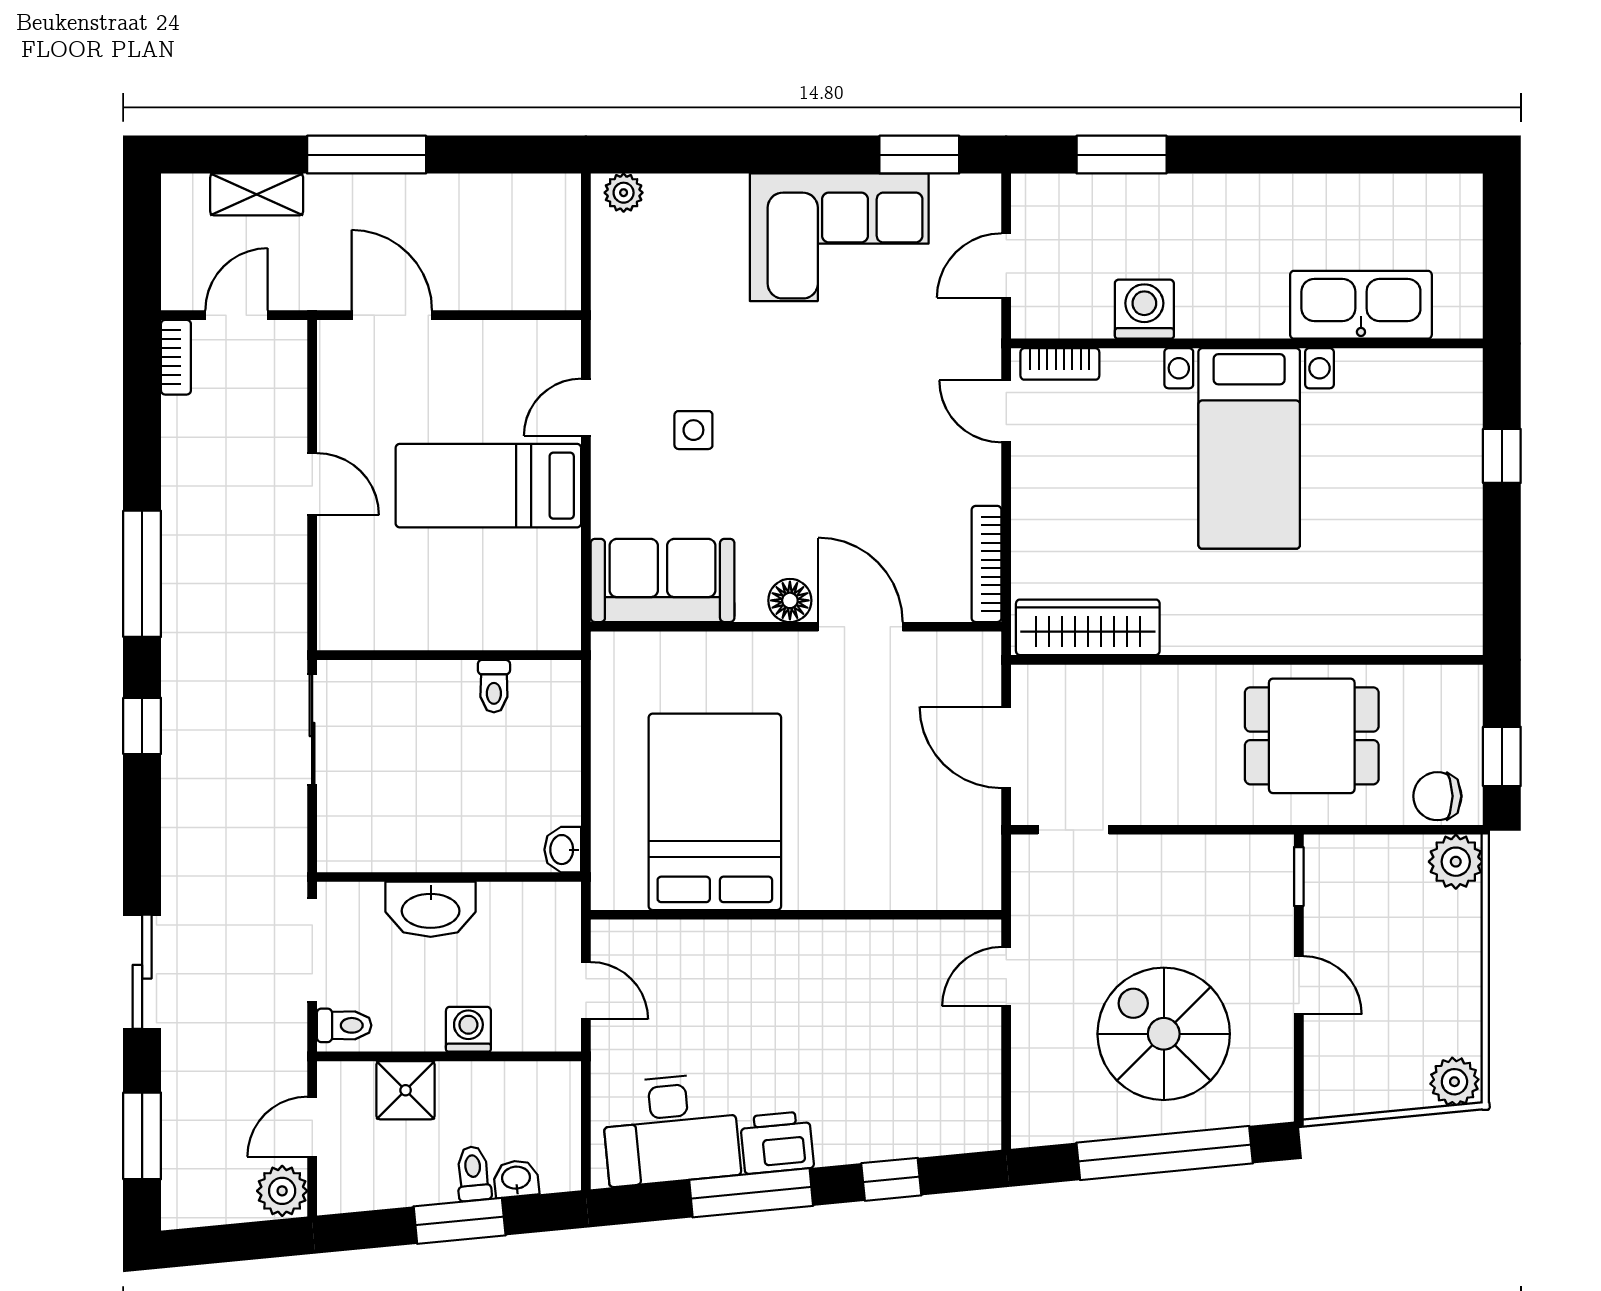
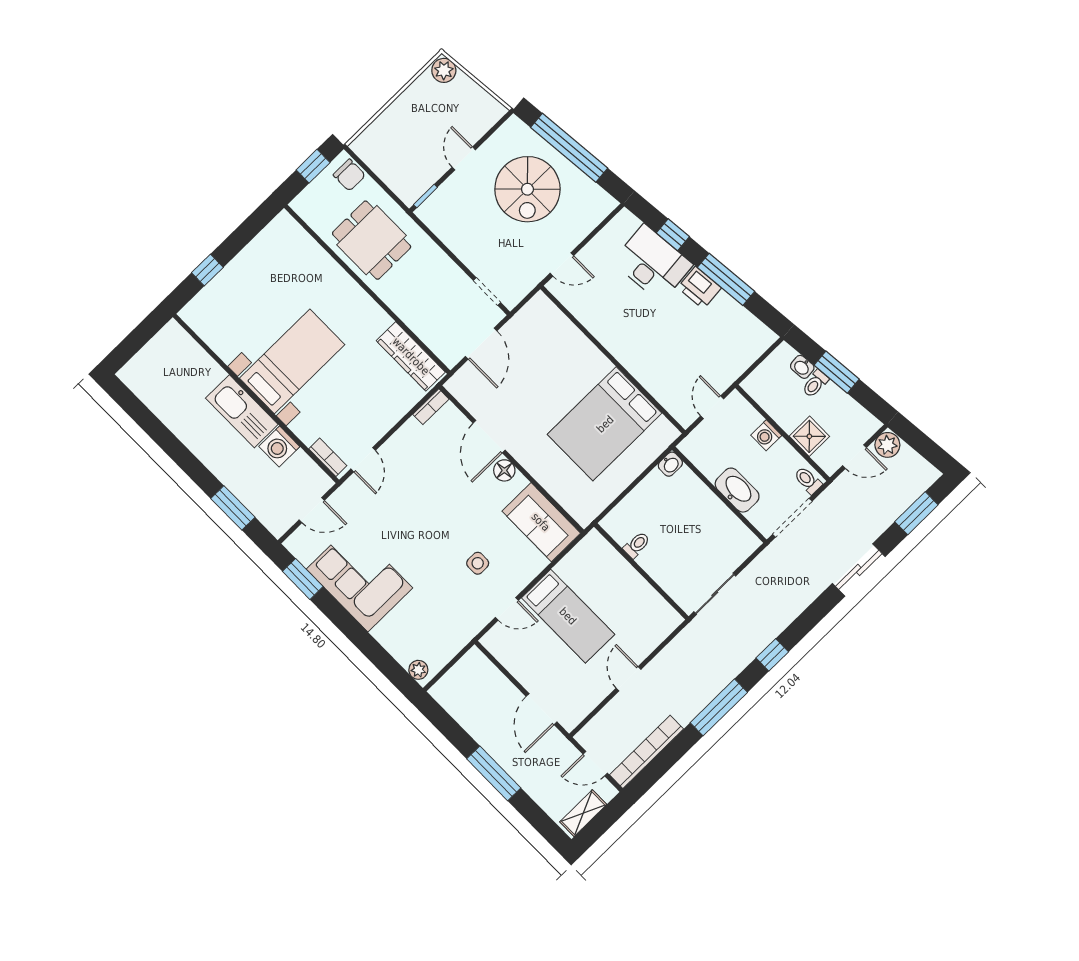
shelving: (257, 194) -> (583, 813), moved, turned 90
kitchen sink: (1361, 305) -> (242, 411), moved
bookcase: (176, 357) -> (647, 752), width x2.31, depth x1.31
bookcase: (987, 564) -> (431, 407), width x0.64
plant: (1456, 862) -> (366, 146), removed
desk: (671, 1129) -> (652, 263), moved

